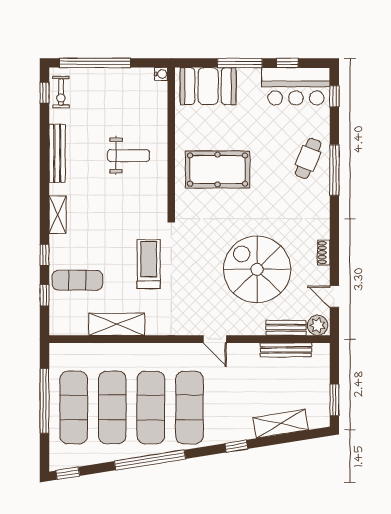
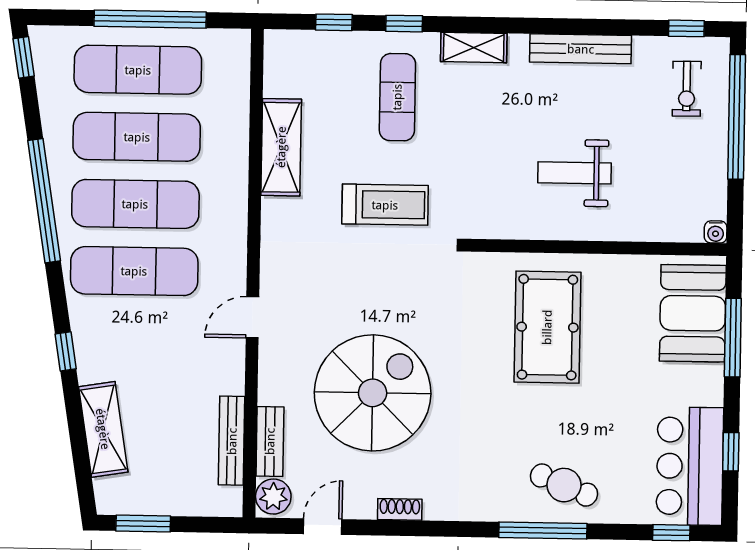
window: (240, 63) -> (733, 338), moved
exercise bike: (61, 92) -> (687, 89), moved, turned -90
weight bench: (129, 156) -> (575, 173), turned 90
exercise mat: (77, 280) -> (397, 97), moved

